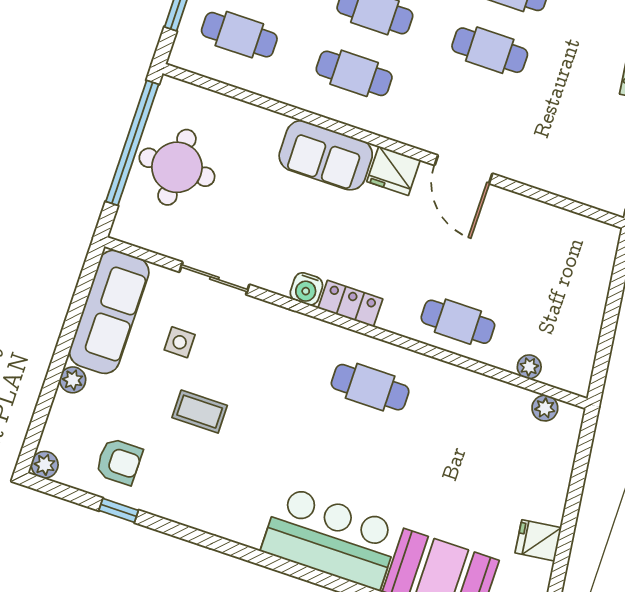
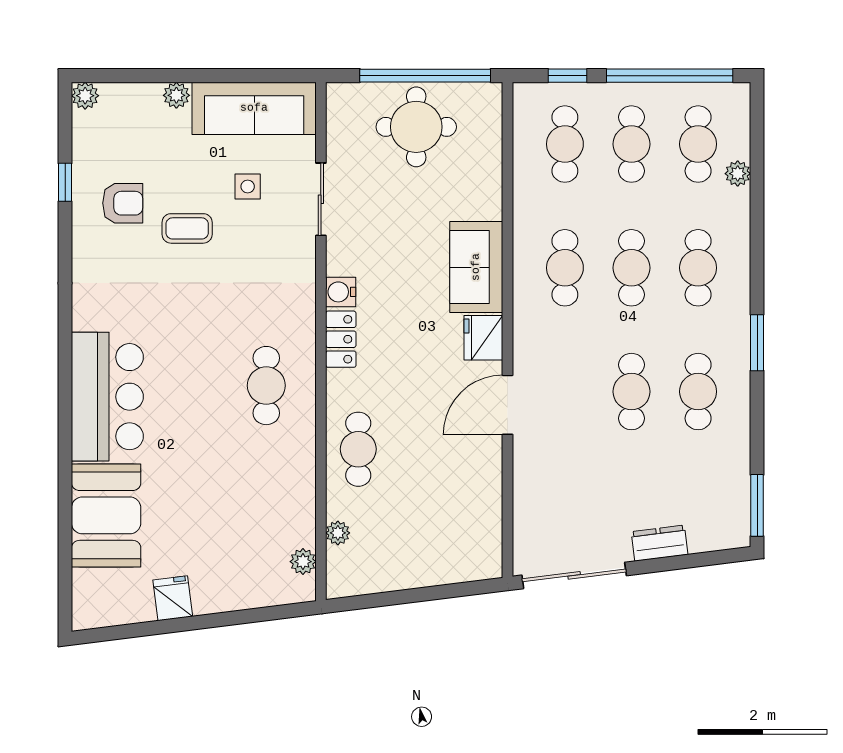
coffee table: (200, 412) -> (187, 228), turned 90
armchair: (119, 462) -> (123, 203), moved, turned -90

